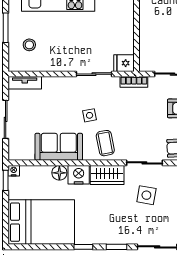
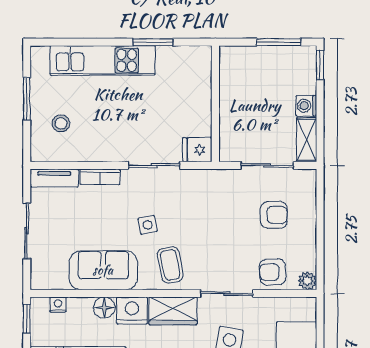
bookcase: (134, 82) -> (100, 177), moved
nightstand: (14, 171) -> (58, 305), moved

